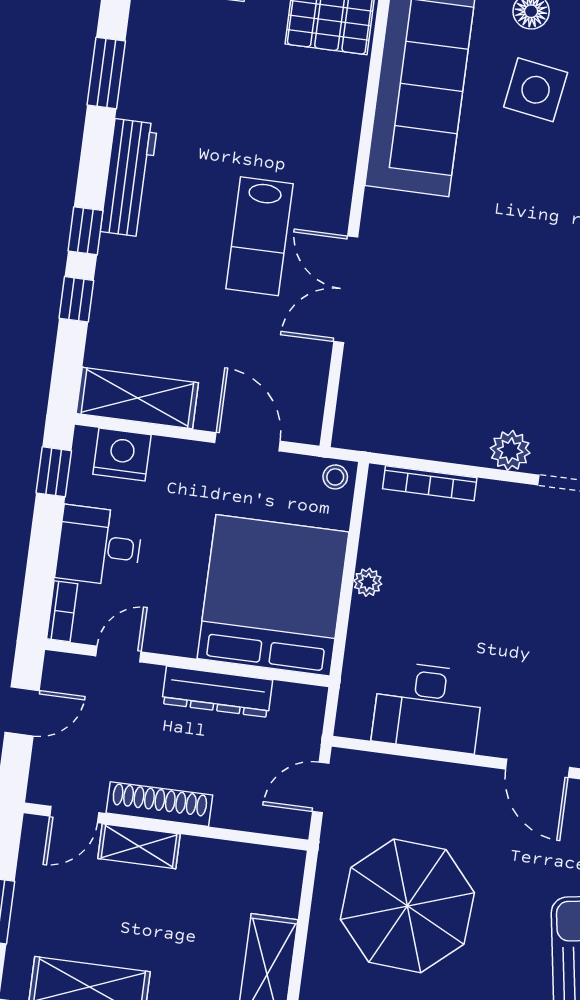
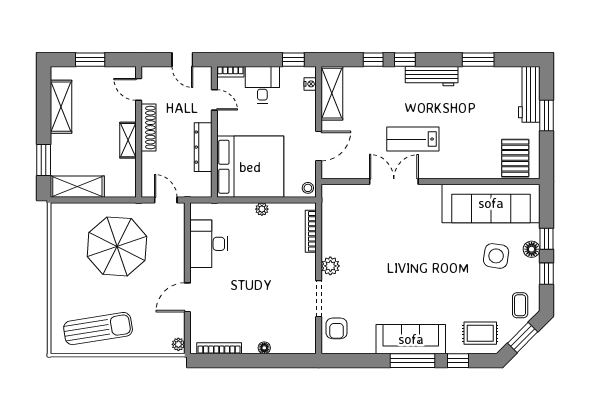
nightstand: (122, 455) -> (310, 84), width x0.53, depth x0.56
shelving: (139, 846) -> (128, 140), moved

